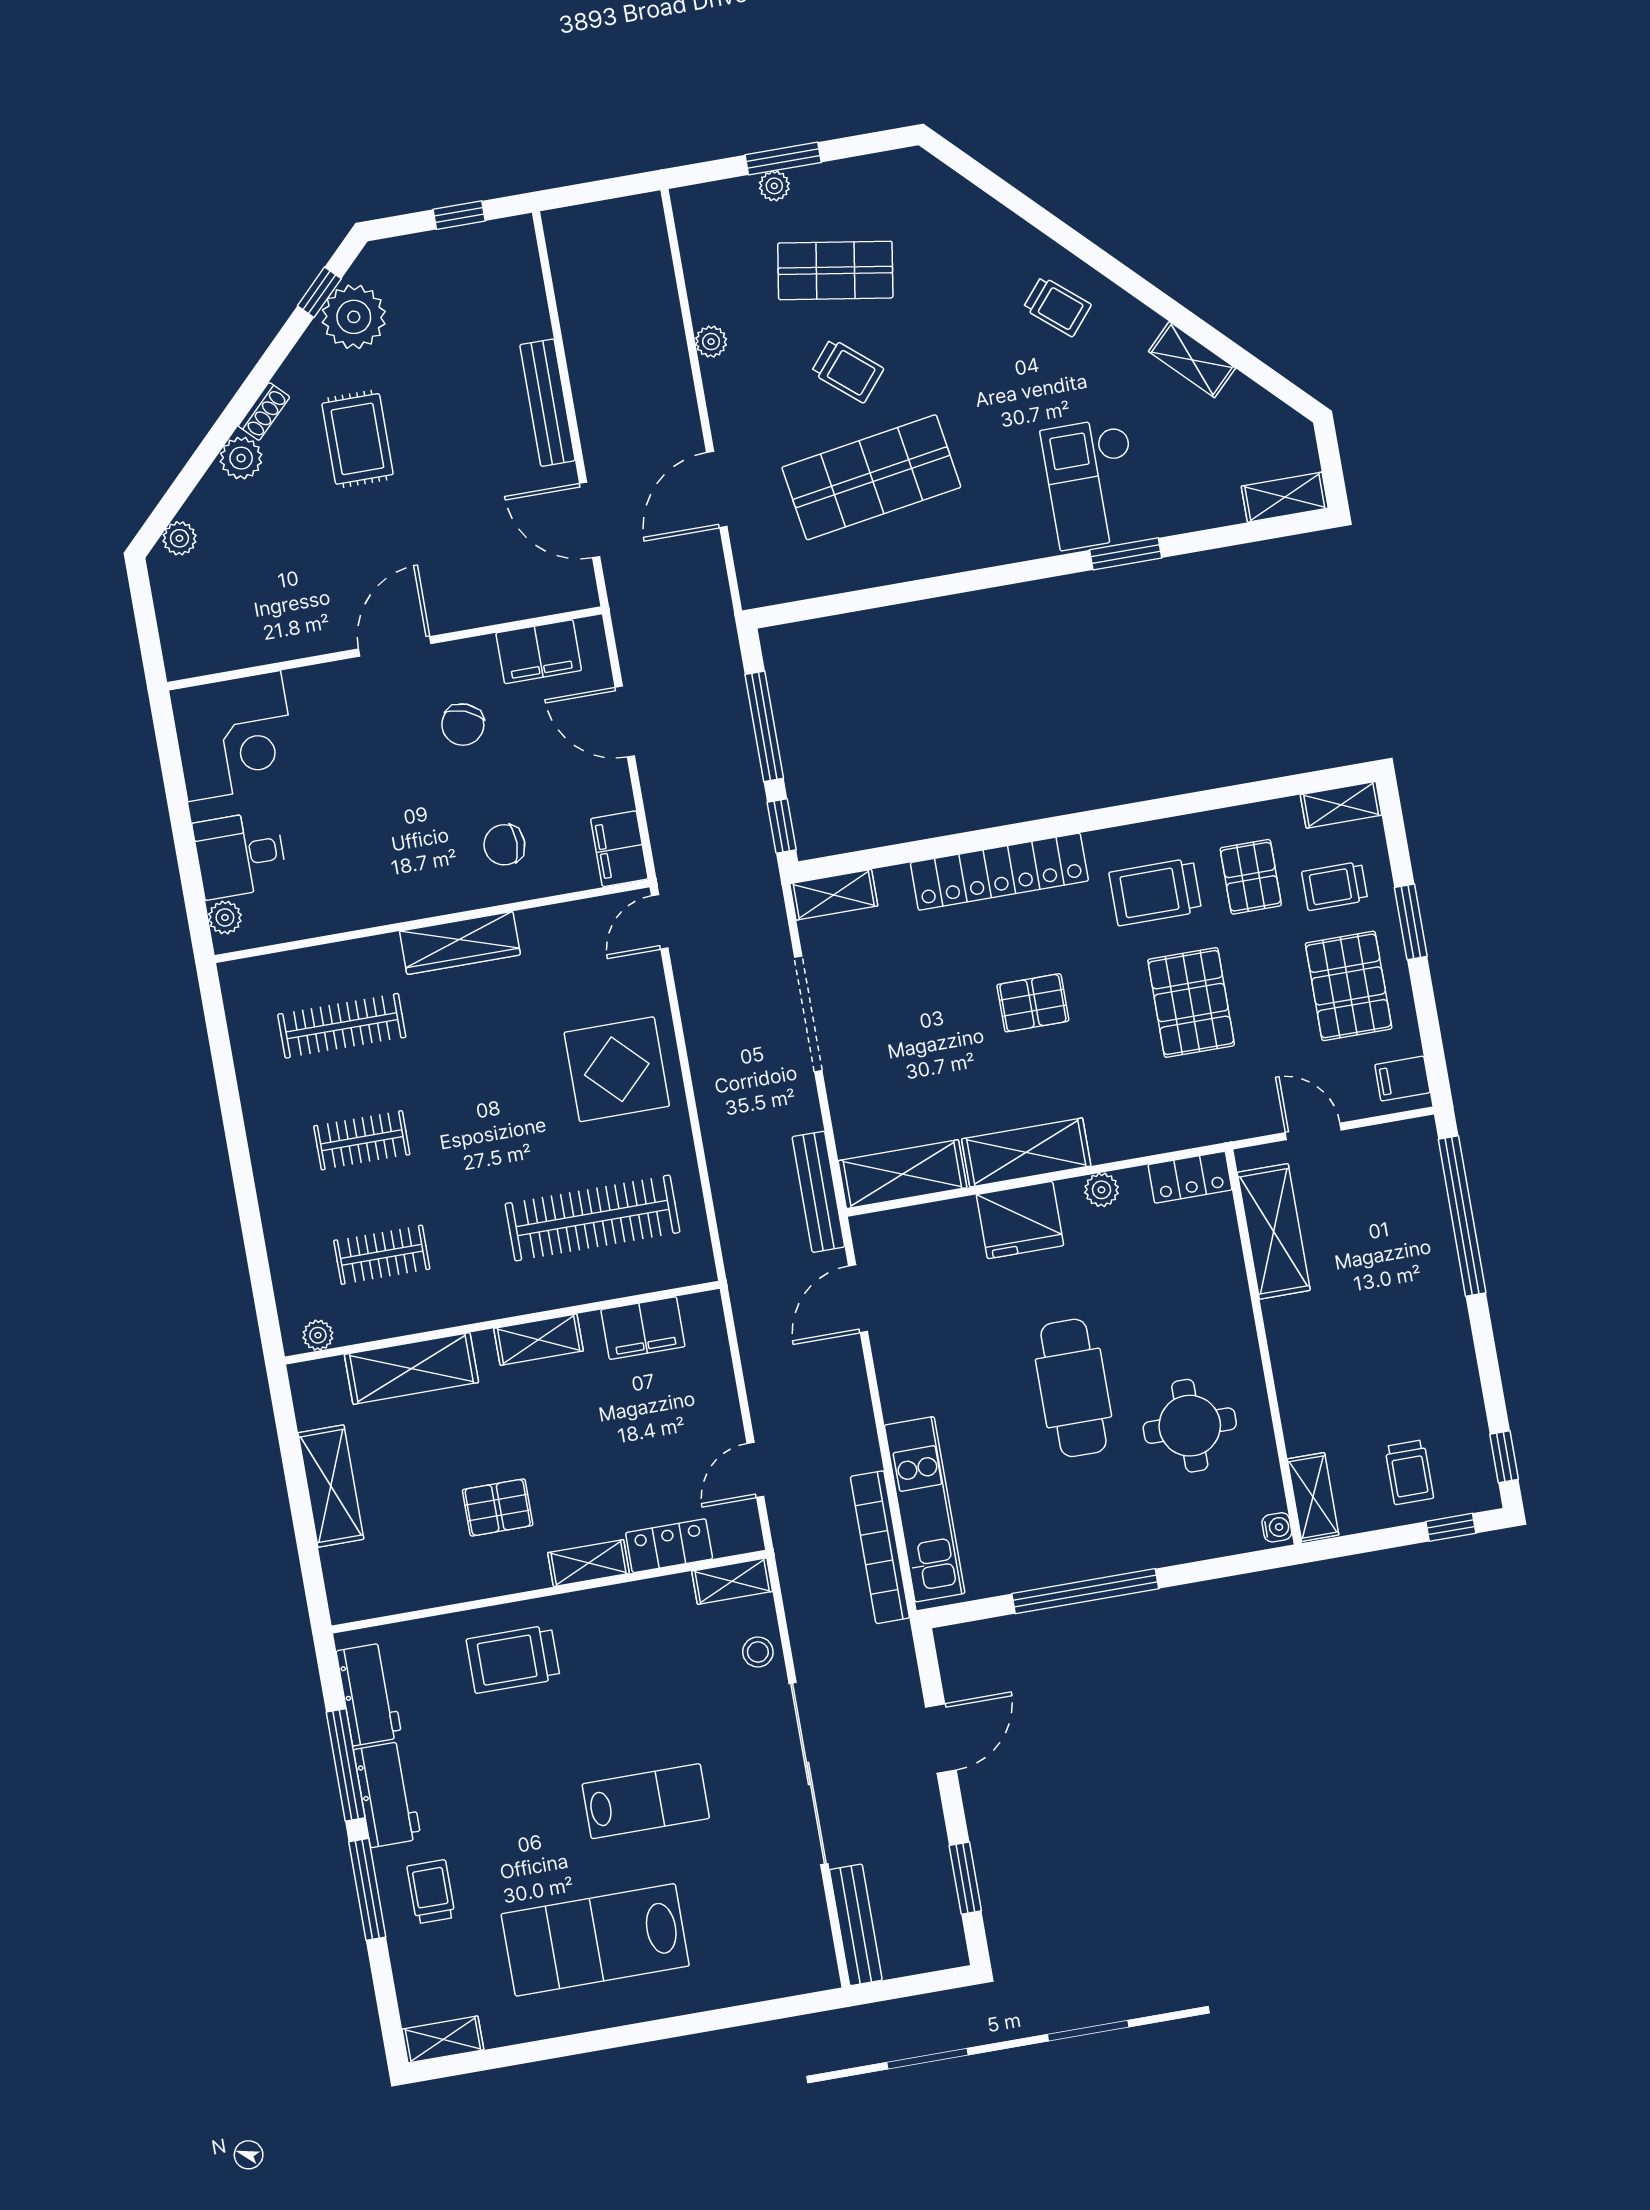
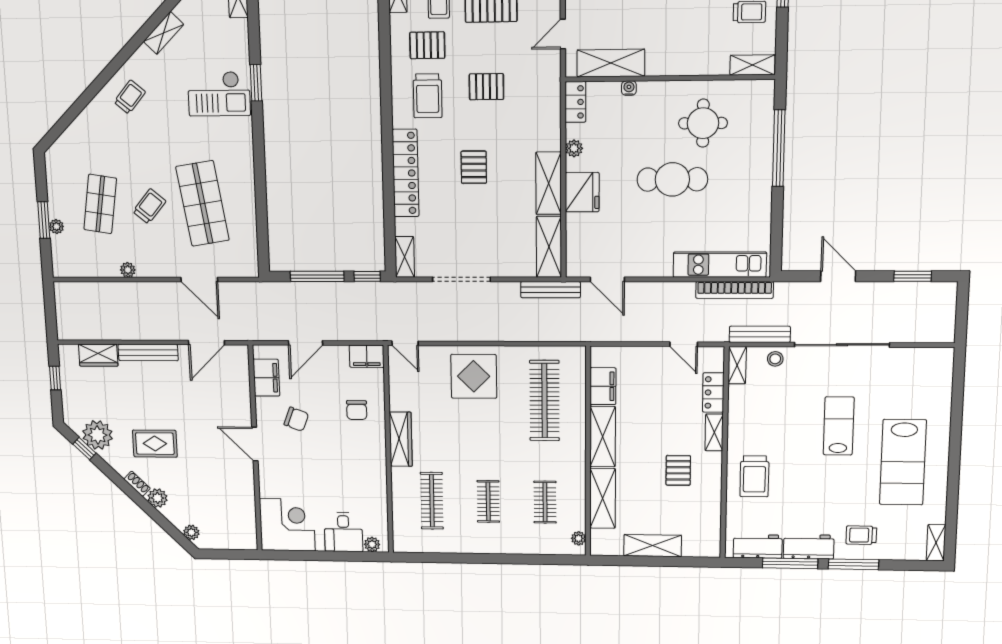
wardrobe: (524, 300) -> (98, 355), added
pallet: (1191, 1003) -> (486, 87), width x0.67, depth x0.71
shelving: (539, 1340) -> (603, 437), width x1.50, depth x1.33
water cooler: (1277, 1527) -> (629, 88), moved
window: (1085, 1591) -> (779, 148), moved
bench: (856, 1925) -> (760, 334), moved

